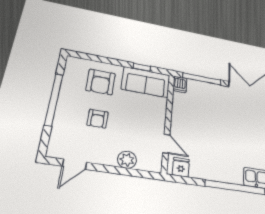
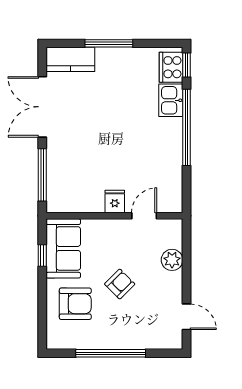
dishwasher: (180, 84) -> (57, 204), removed
armchair: (98, 119) -> (120, 284), moved, turned -45
fridge: (181, 167) -> (115, 201), moved, turned 90

